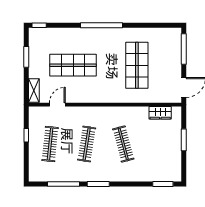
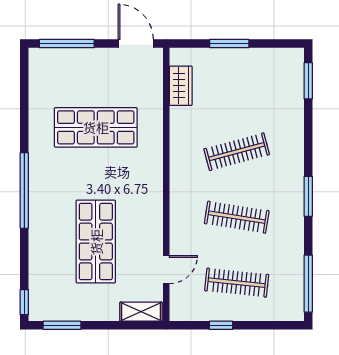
window: (26, 57) -> (62, 325), moved
door: (57, 105) -> (166, 270), swing flipped
window: (64, 184) -> (308, 284), moved

